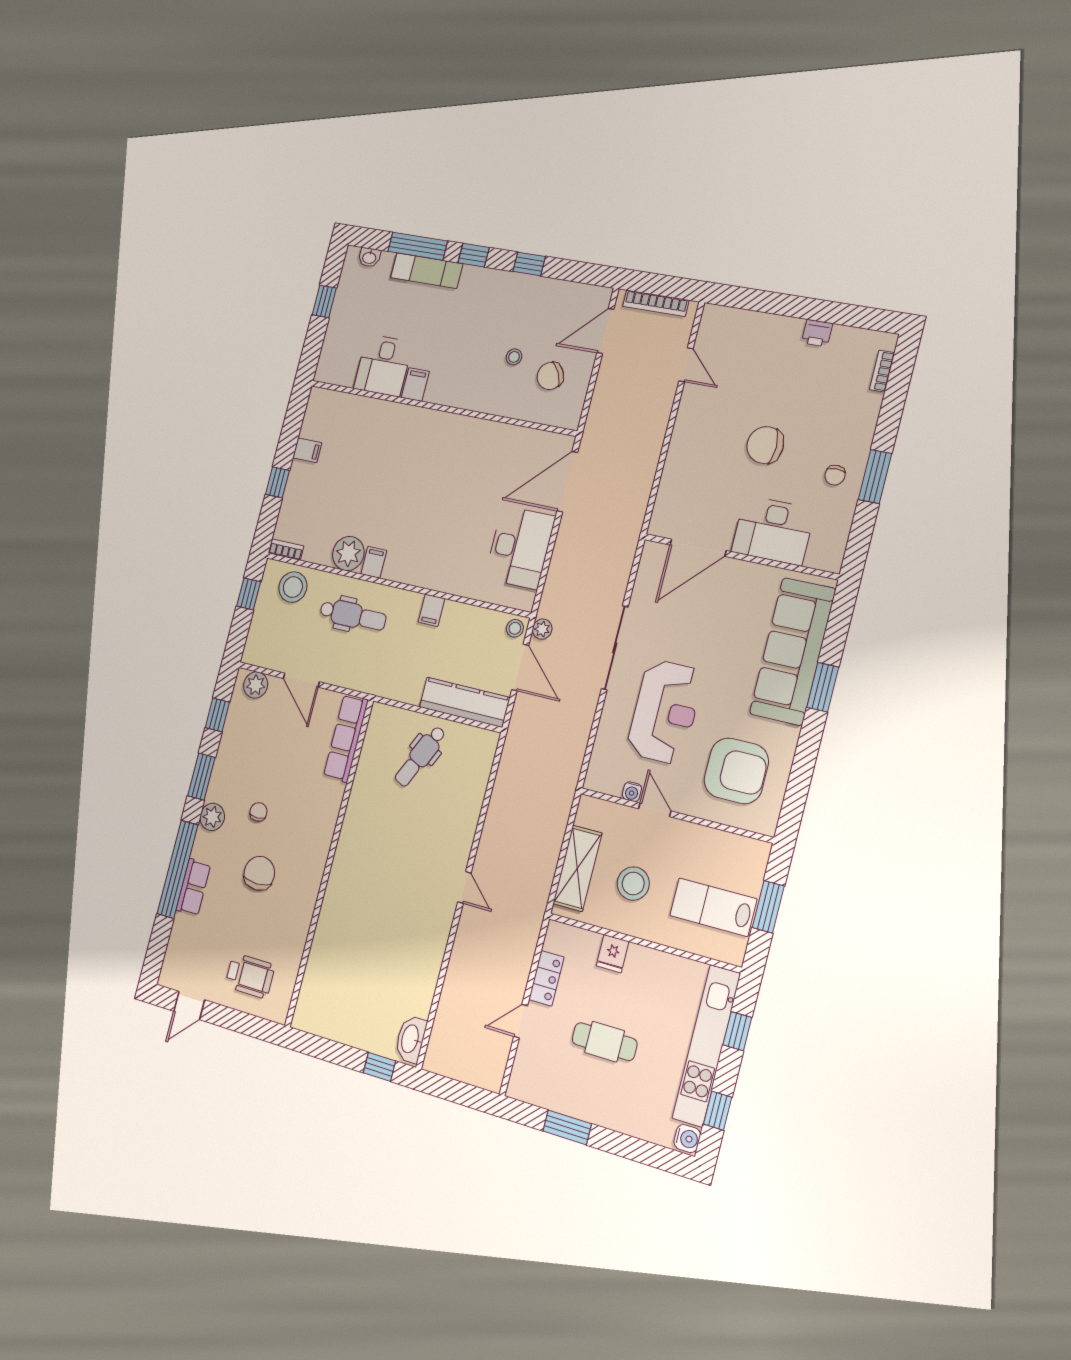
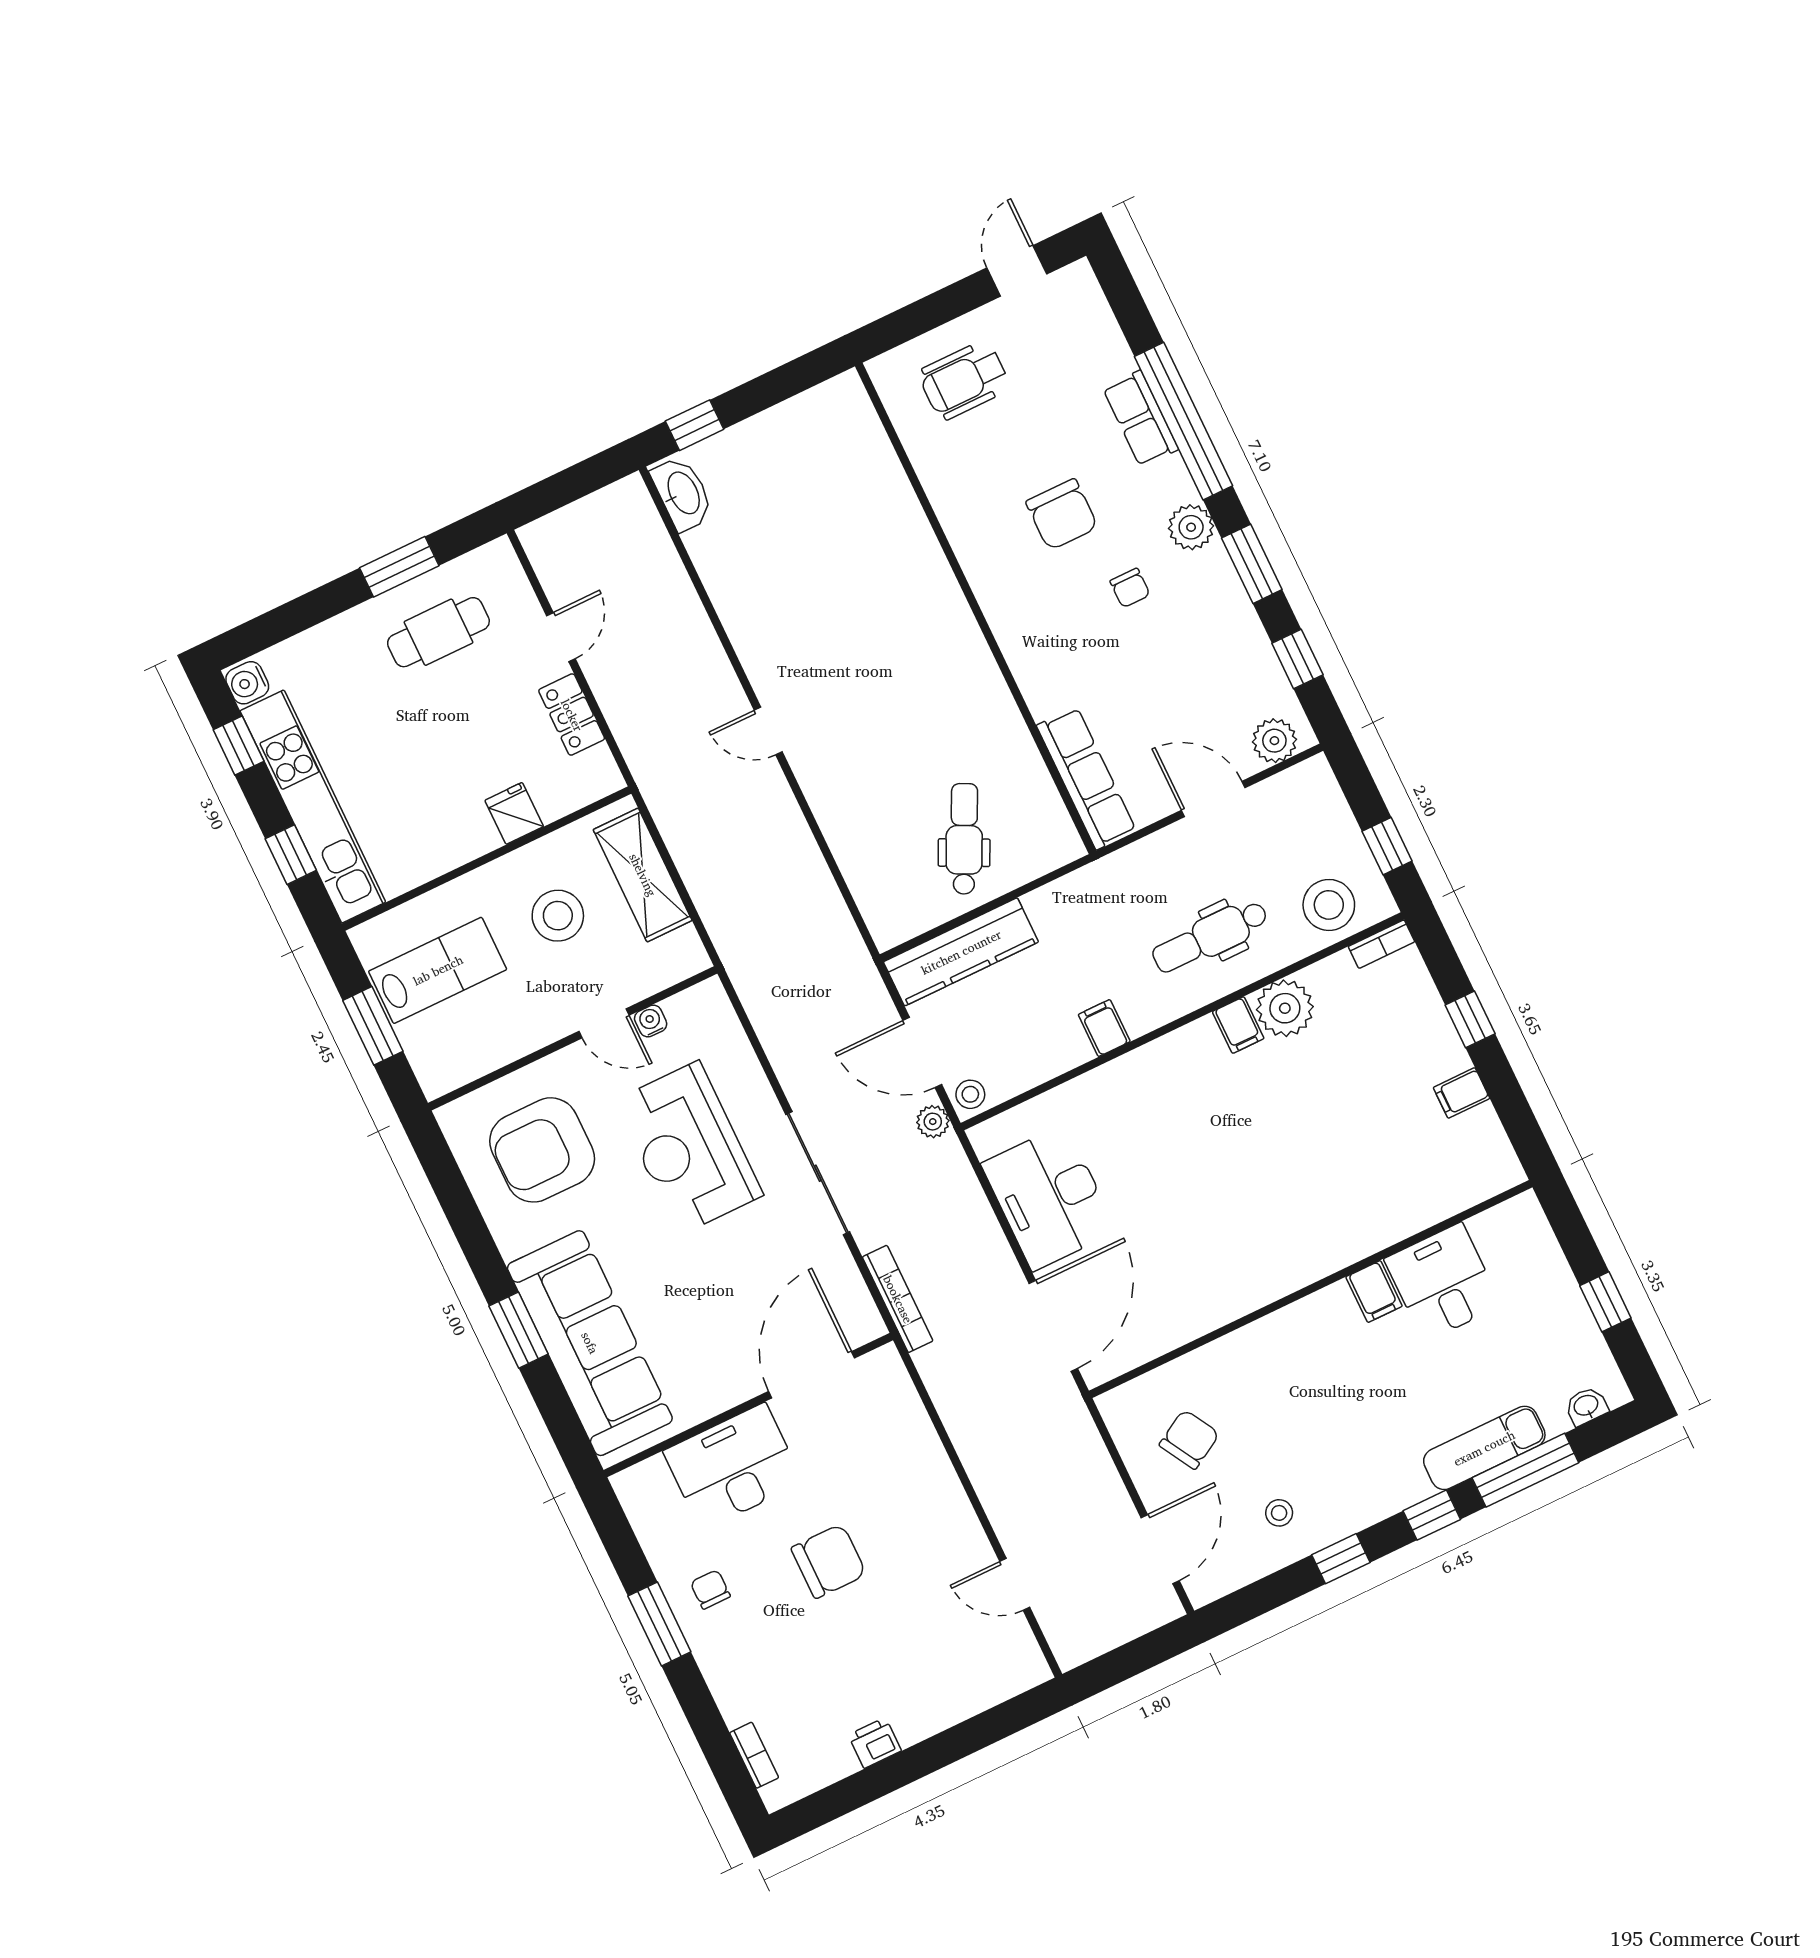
bookcase: (656, 303) -> (898, 1299), moved, turned 90
stool: (514, 357) -> (1279, 1513), moved
cafe table: (605, 1042) -> (438, 632), moved

